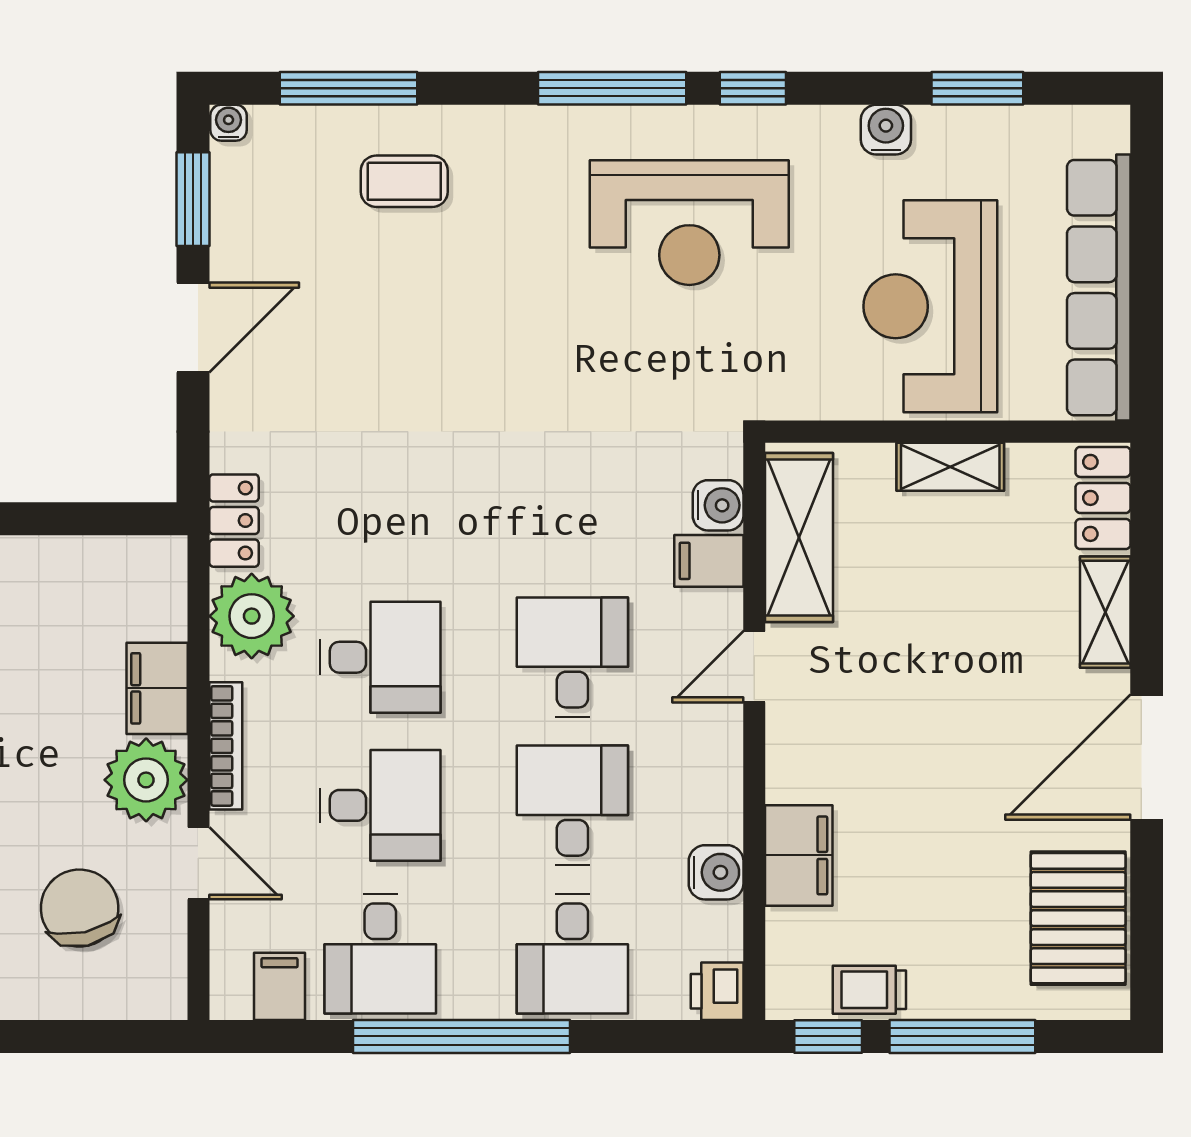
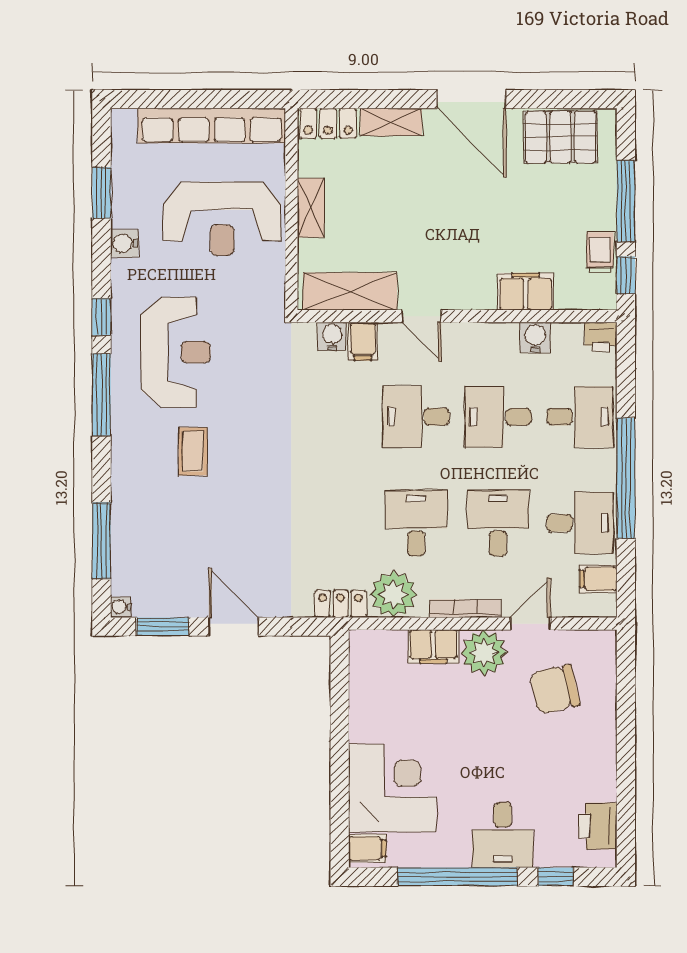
coffee table: (404, 181) -> (193, 451), moved
trolley: (869, 990) -> (600, 253), turned 180

